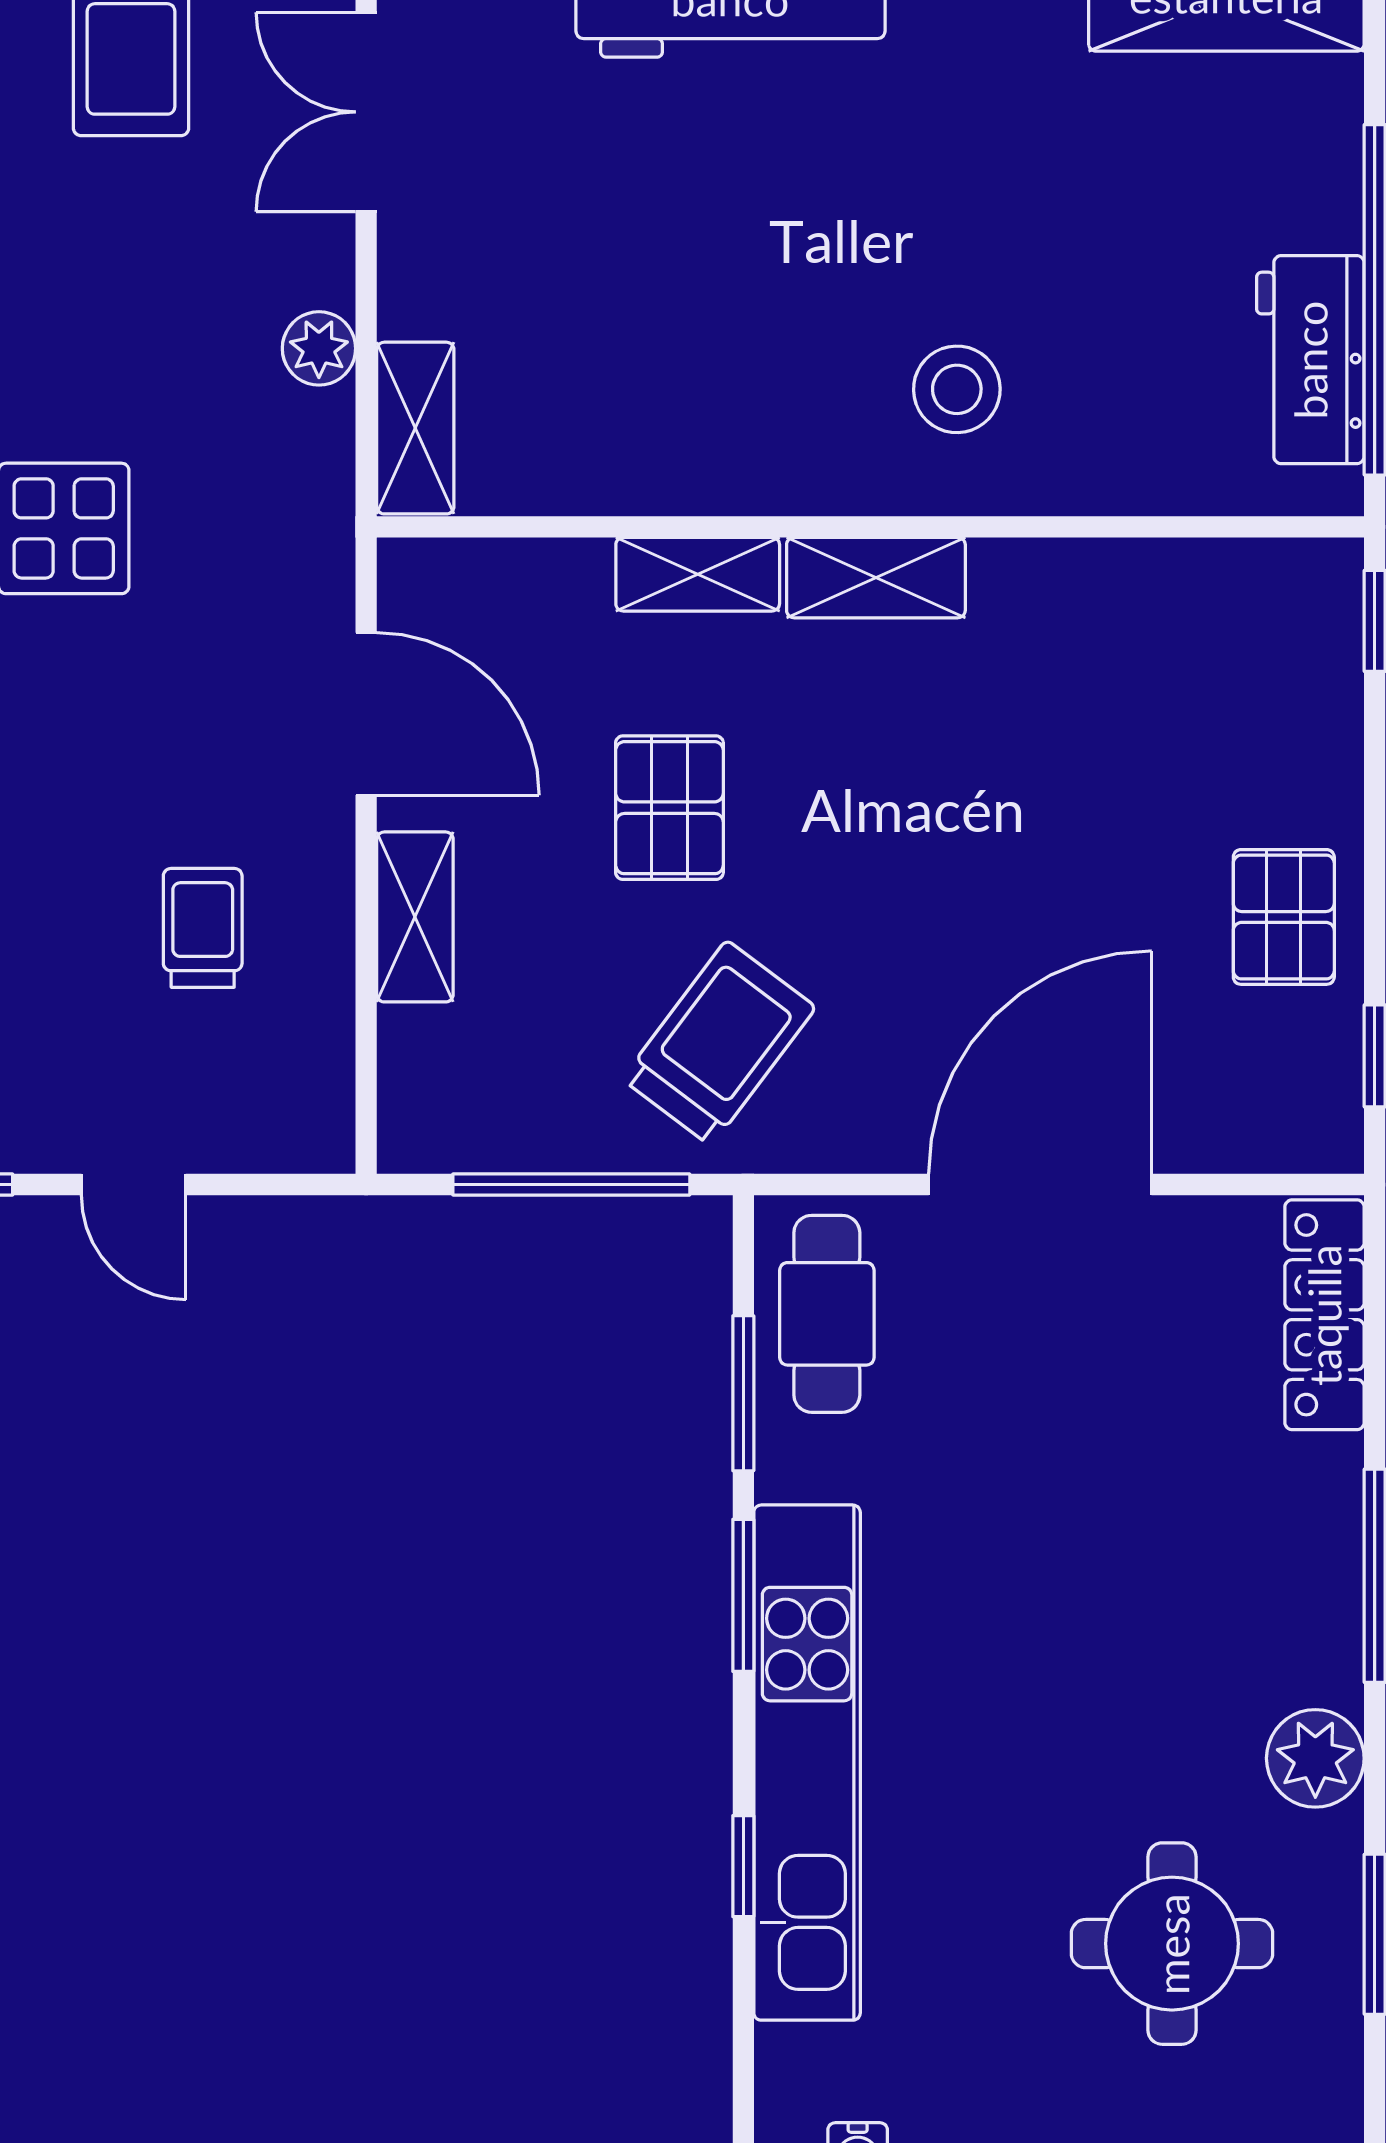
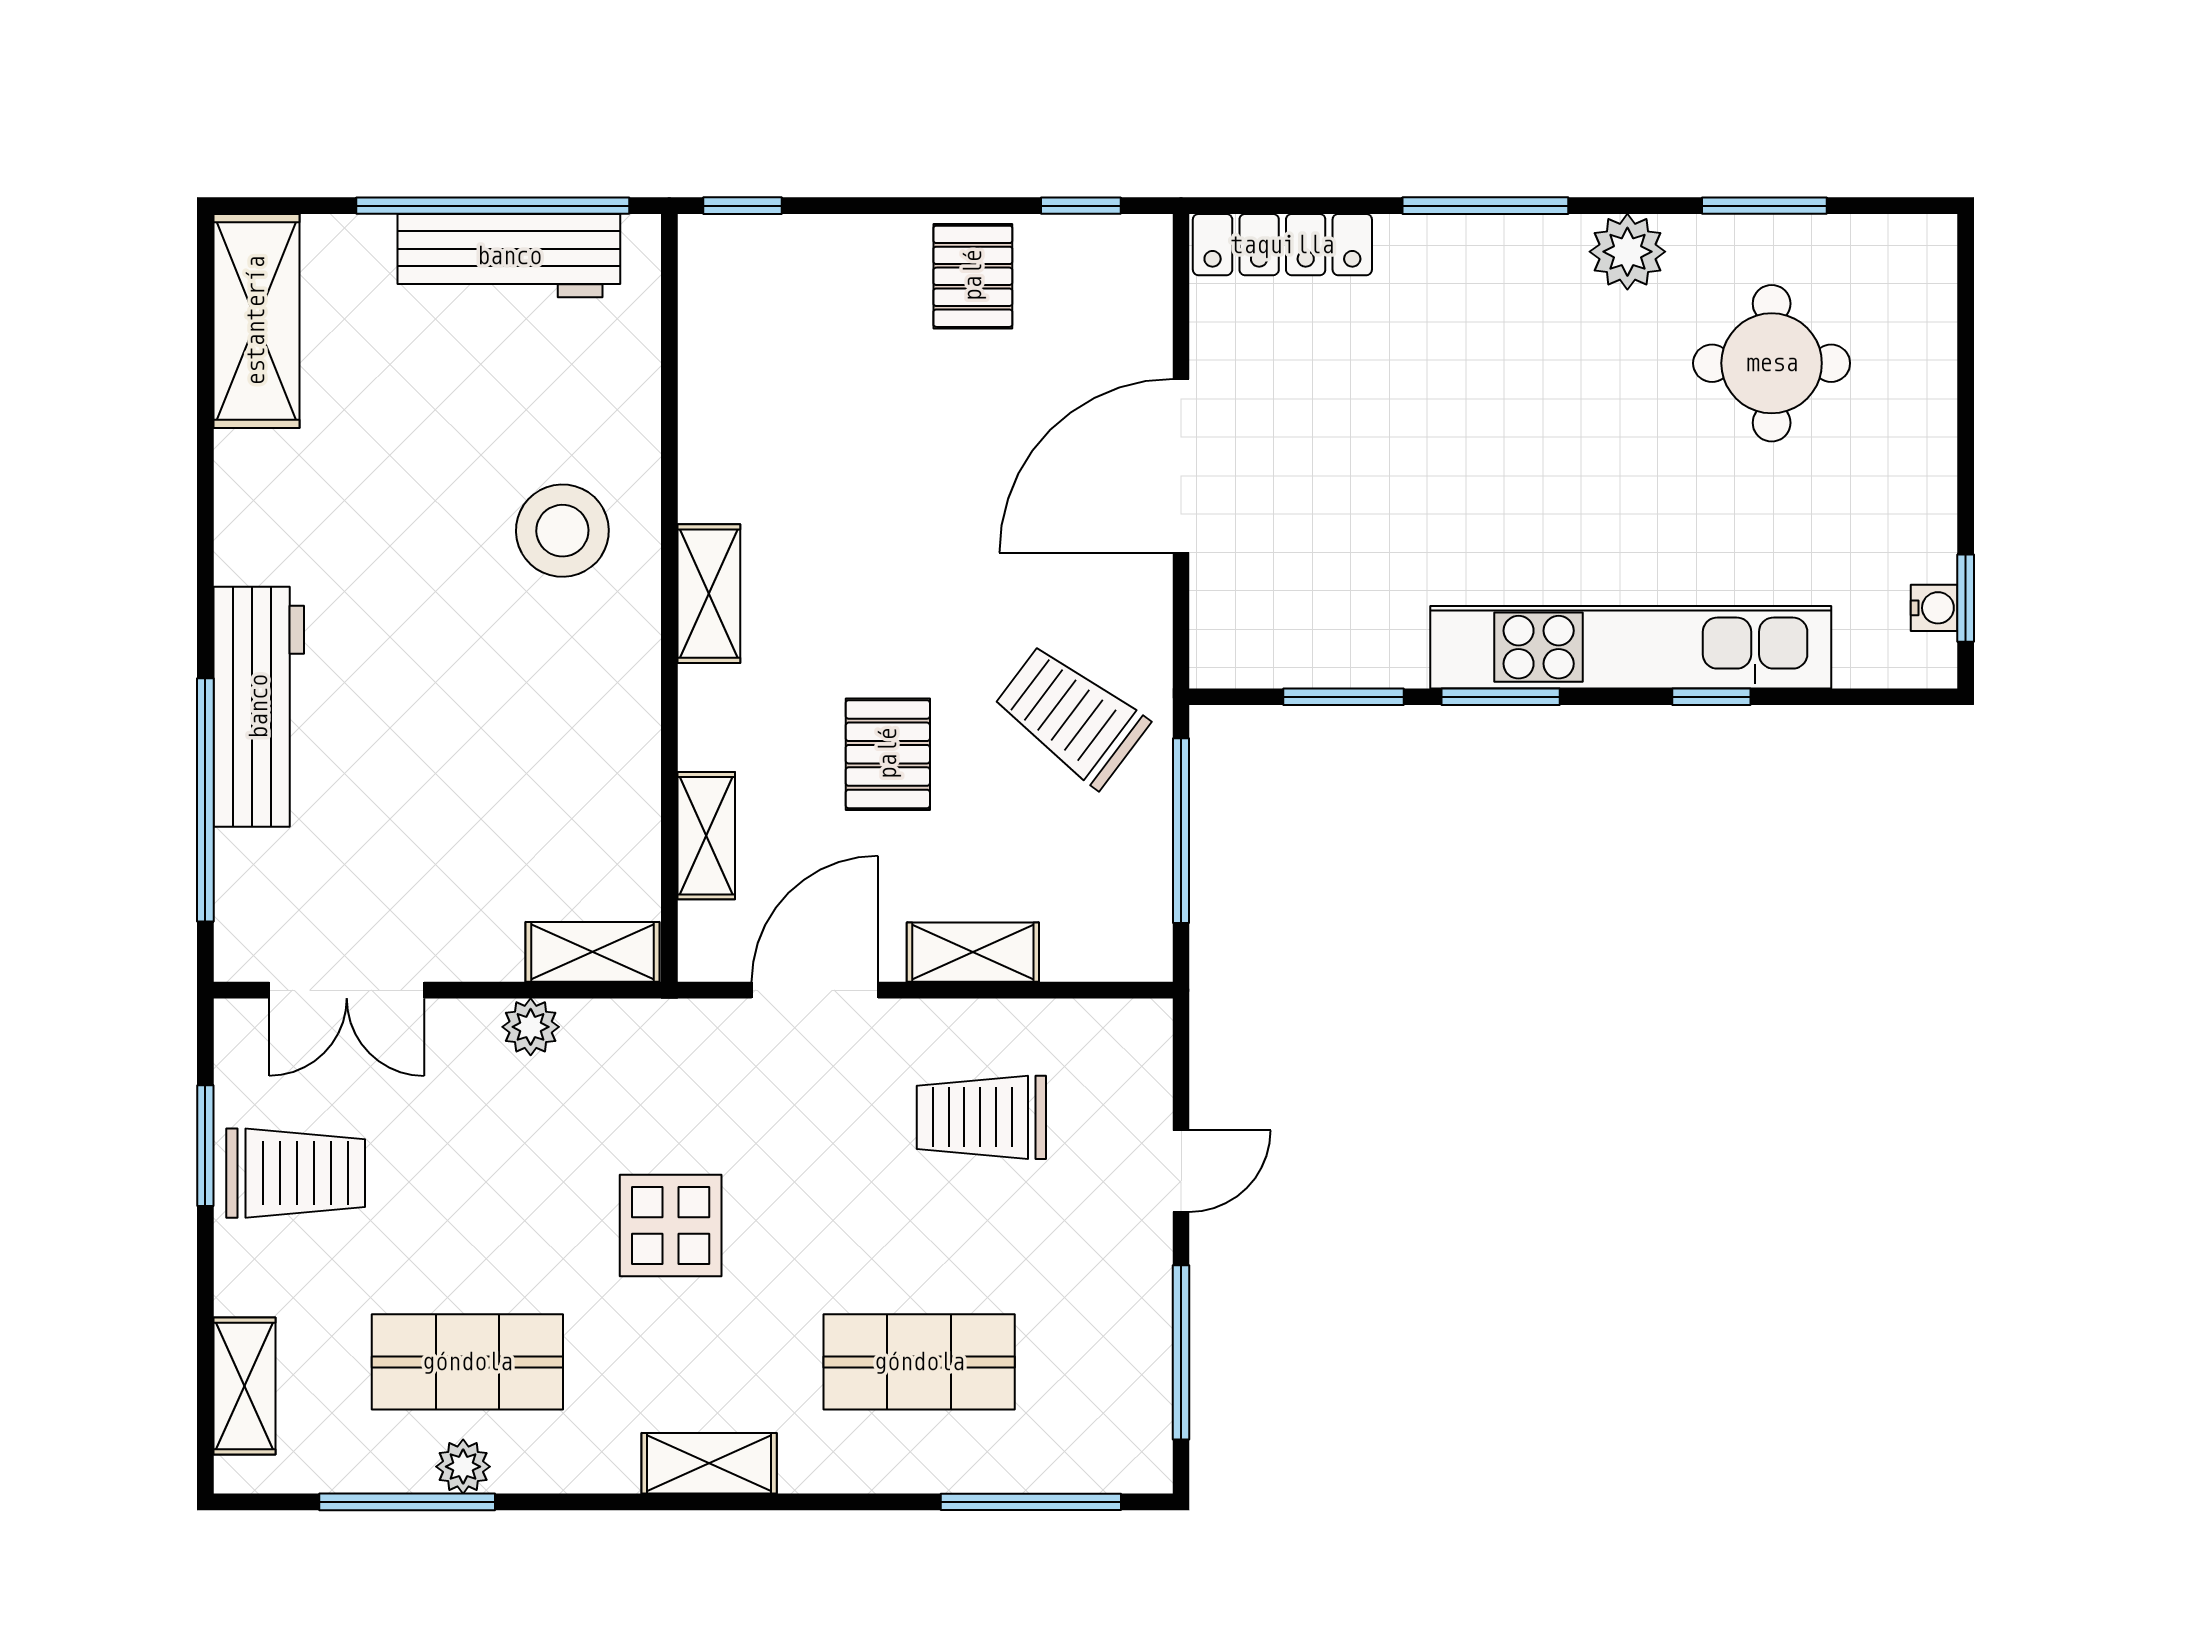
workbench: (1310, 360) -> (509, 256), width x1.38
stool: (957, 389) -> (562, 531), width x1.38, depth x1.38
shelving: (698, 574) -> (706, 836), moved
pallet: (669, 808) -> (888, 754), turned 90
pallet: (1284, 917) -> (973, 276), turned 90
trolley: (203, 928) -> (981, 1117), width x1.36, depth x1.39
door: (1040, 1185) -> (1181, 466), hinge flipped
cafe table: (827, 1314) -> (1282, 632), removed

